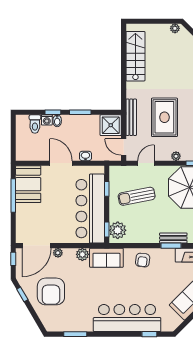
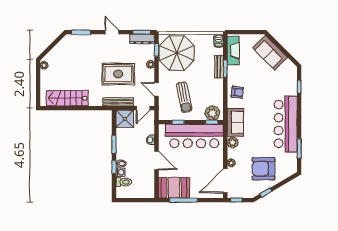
door: (61, 163) -> (156, 160), swing flipped
door: (37, 246) -> (225, 181), swing flipped
armchair: (51, 291) -> (263, 169), turned 180
bar counter: (127, 318) -> (286, 124), moved

